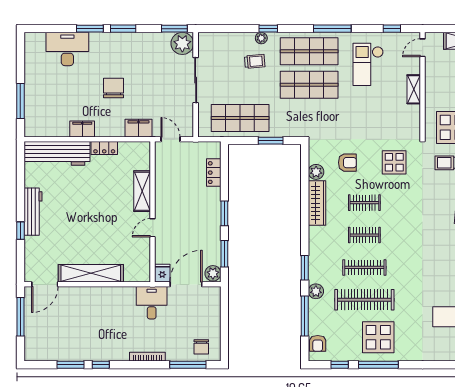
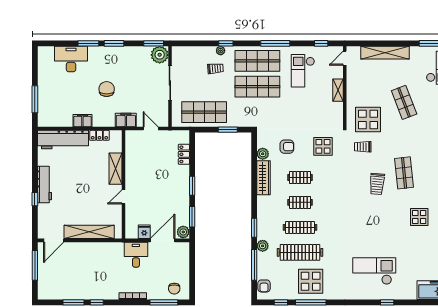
shelving: (142, 191) -> (115, 169), moved
wall: (153, 212) -> (123, 184), moved
door: (153, 228) -> (123, 197), moved

